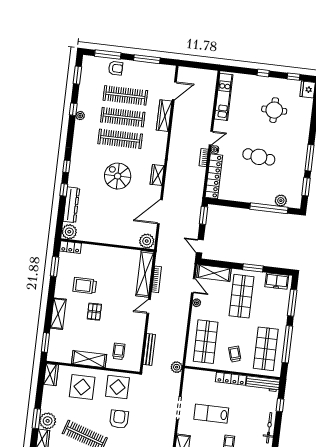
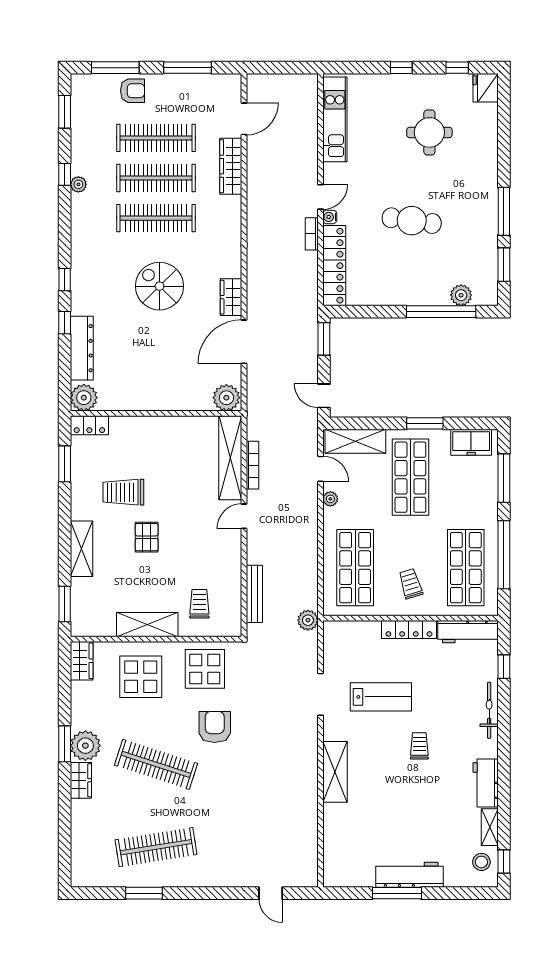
wardrobe: (157, 175) -> (231, 297), moved
lab bench: (211, 414) -> (381, 697), turned 180

